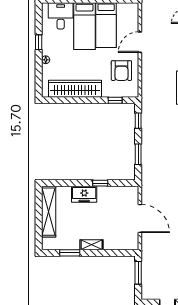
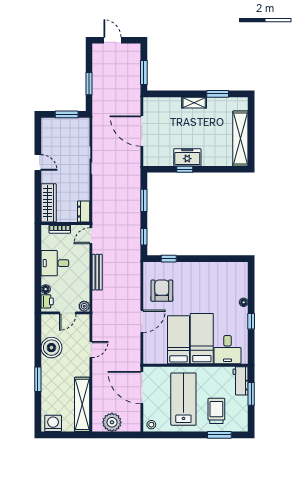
wardrobe: (75, 89) -> (212, 271), removed
freezer: (84, 194) -> (187, 157), moved

